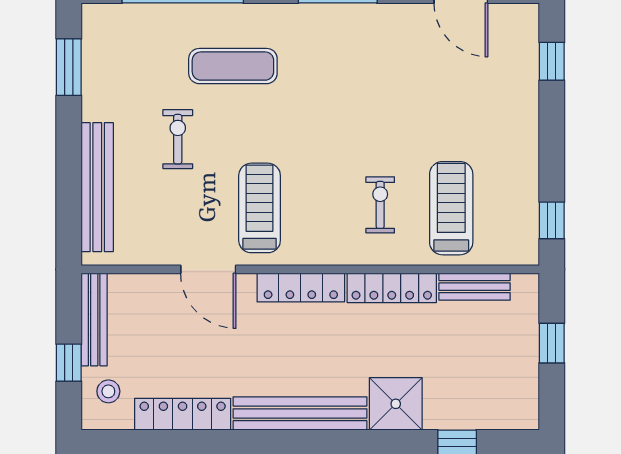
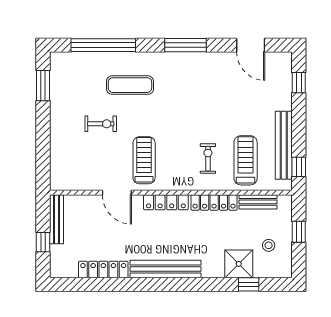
exercise bike: (178, 139) -> (101, 124), turned 90
bench: (97, 187) -> (284, 145), moved
stool: (108, 391) -> (269, 245), moved
shower: (396, 404) -> (239, 264), moved

